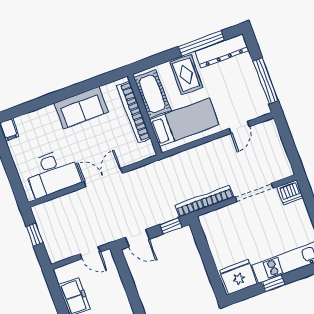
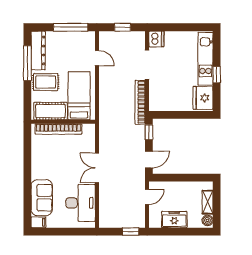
sofa: (81, 108) -> (42, 198), moved
window: (289, 145) -> (122, 27), added
window: (35, 235) -> (131, 232), moved

